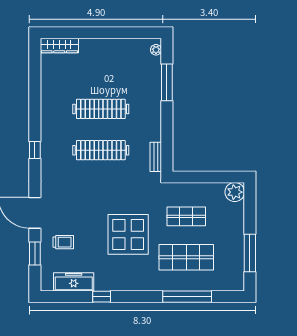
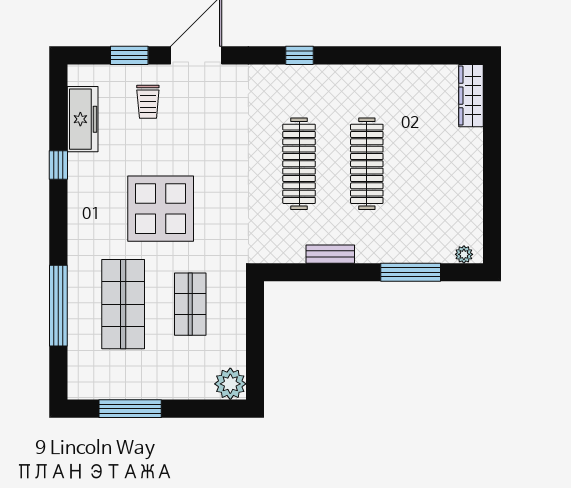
bench: (156, 157) -> (330, 254), moved

